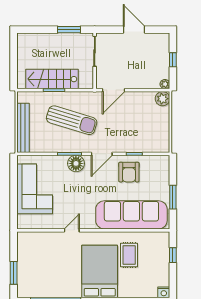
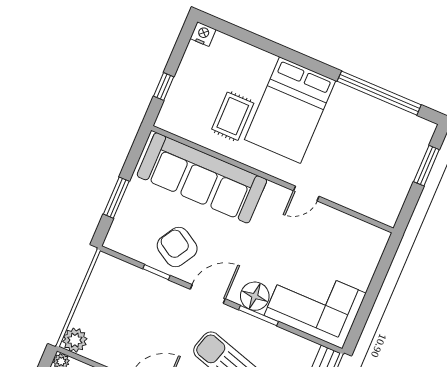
armchair: (129, 172) -> (177, 247), turned -59
corner sofa: (35, 189) -> (315, 304), moved, turned 90
window: (173, 197) -> (116, 198), moved

